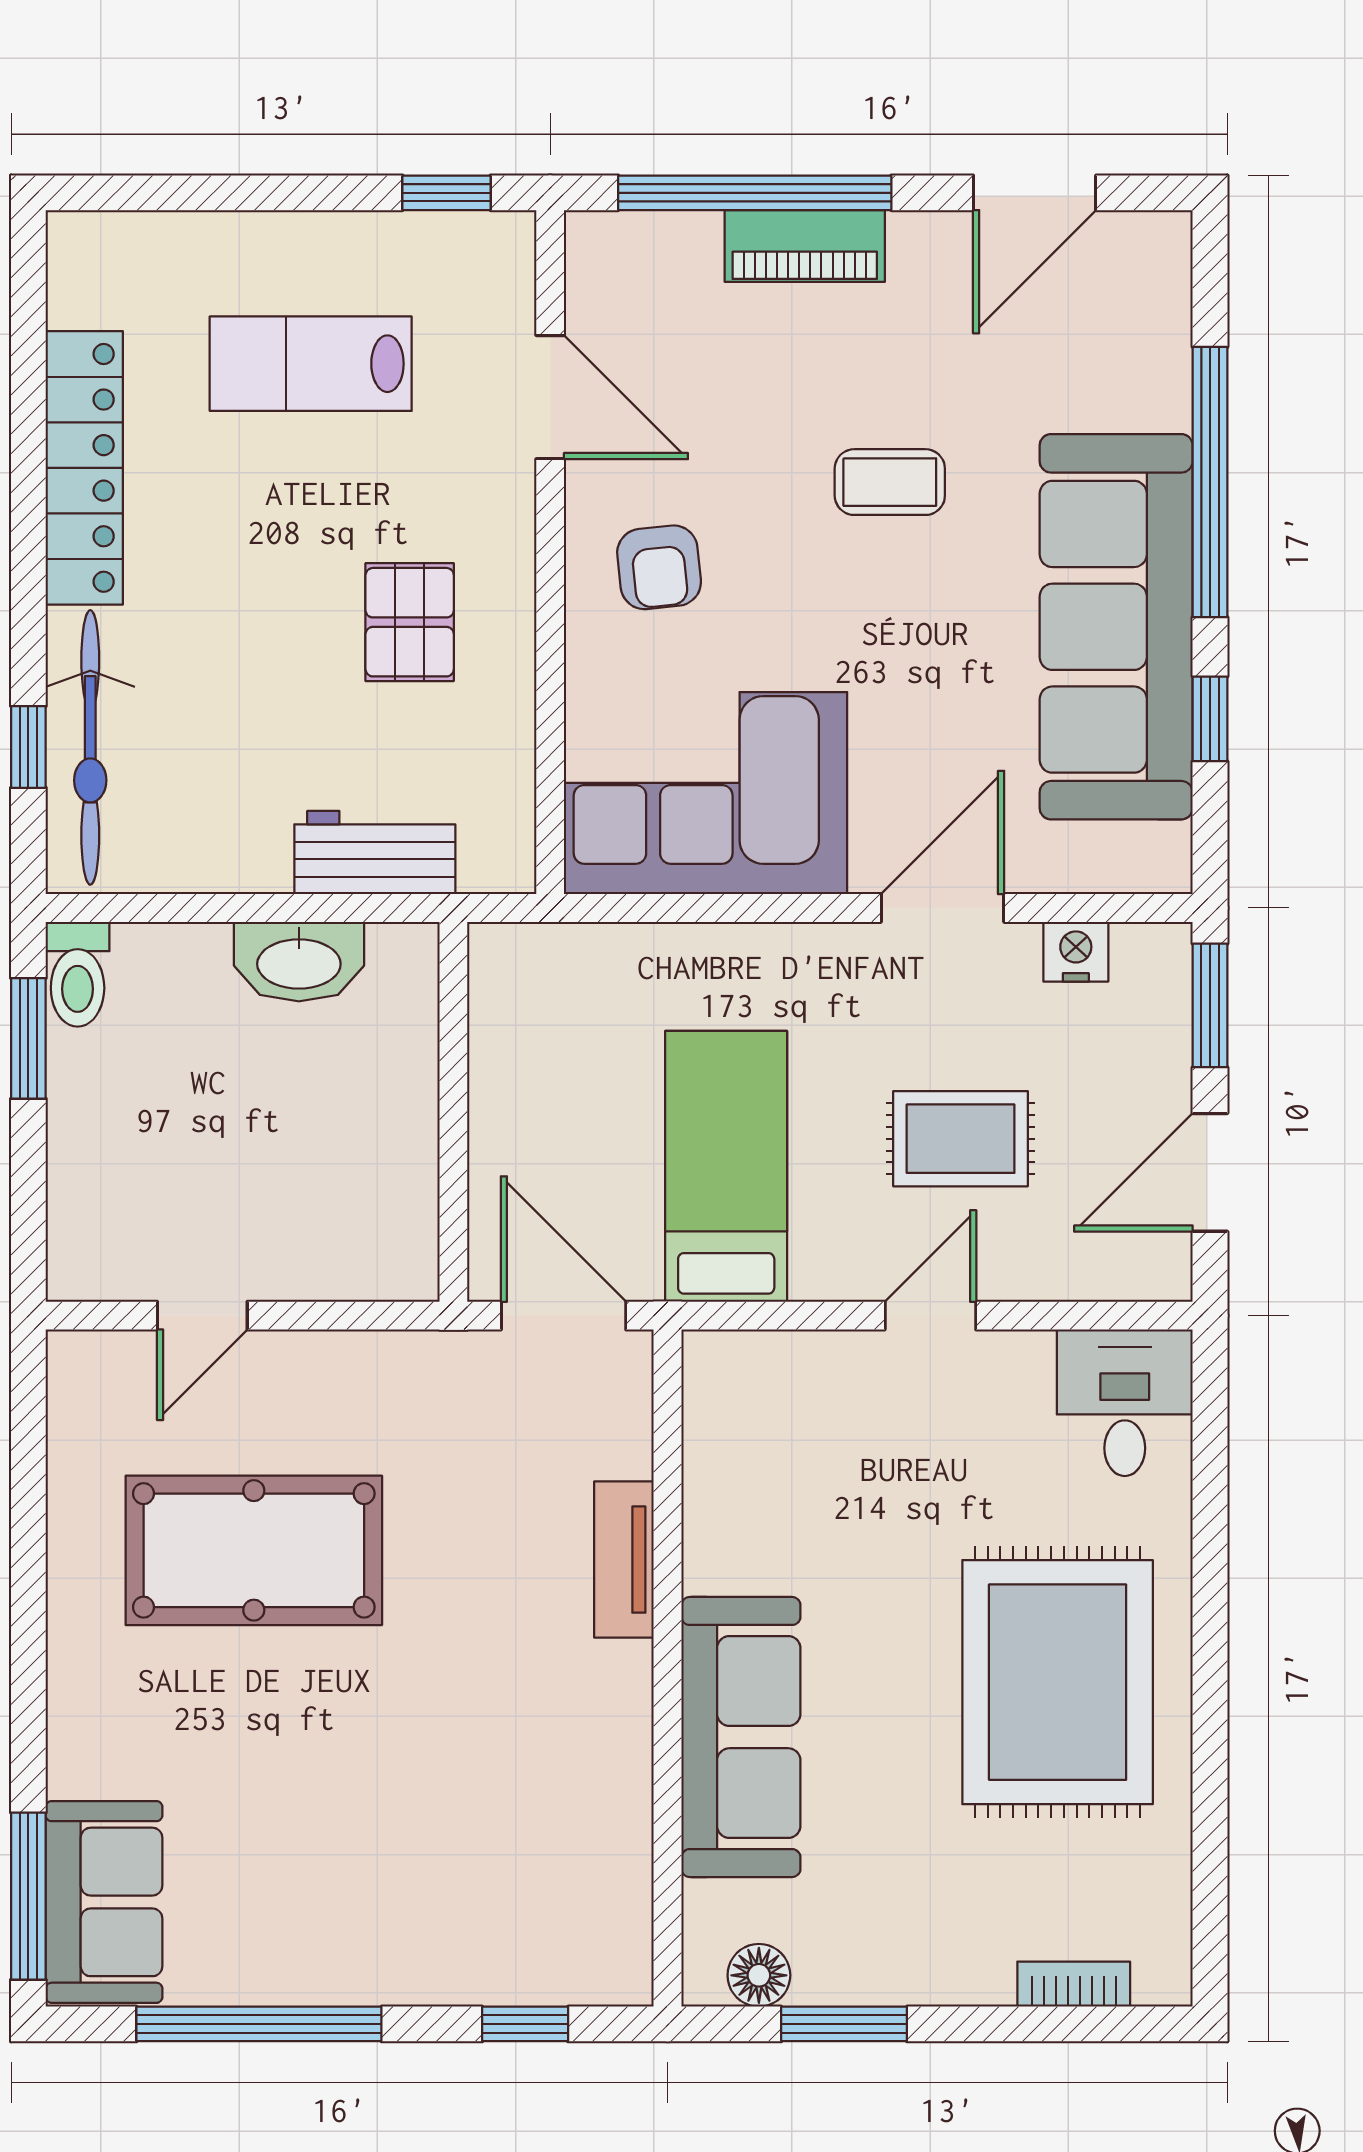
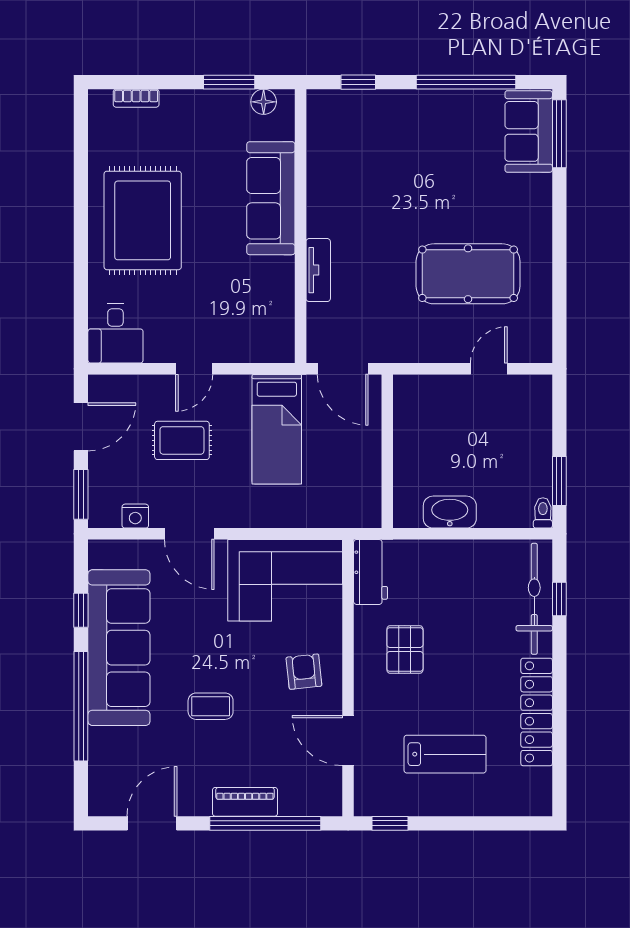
workbench: (375, 853) -> (371, 572), moved, turned -90
door: (942, 908) -> (189, 534), hinge flipped
toilet: (78, 974) -> (543, 513), width x0.73, depth x0.72

